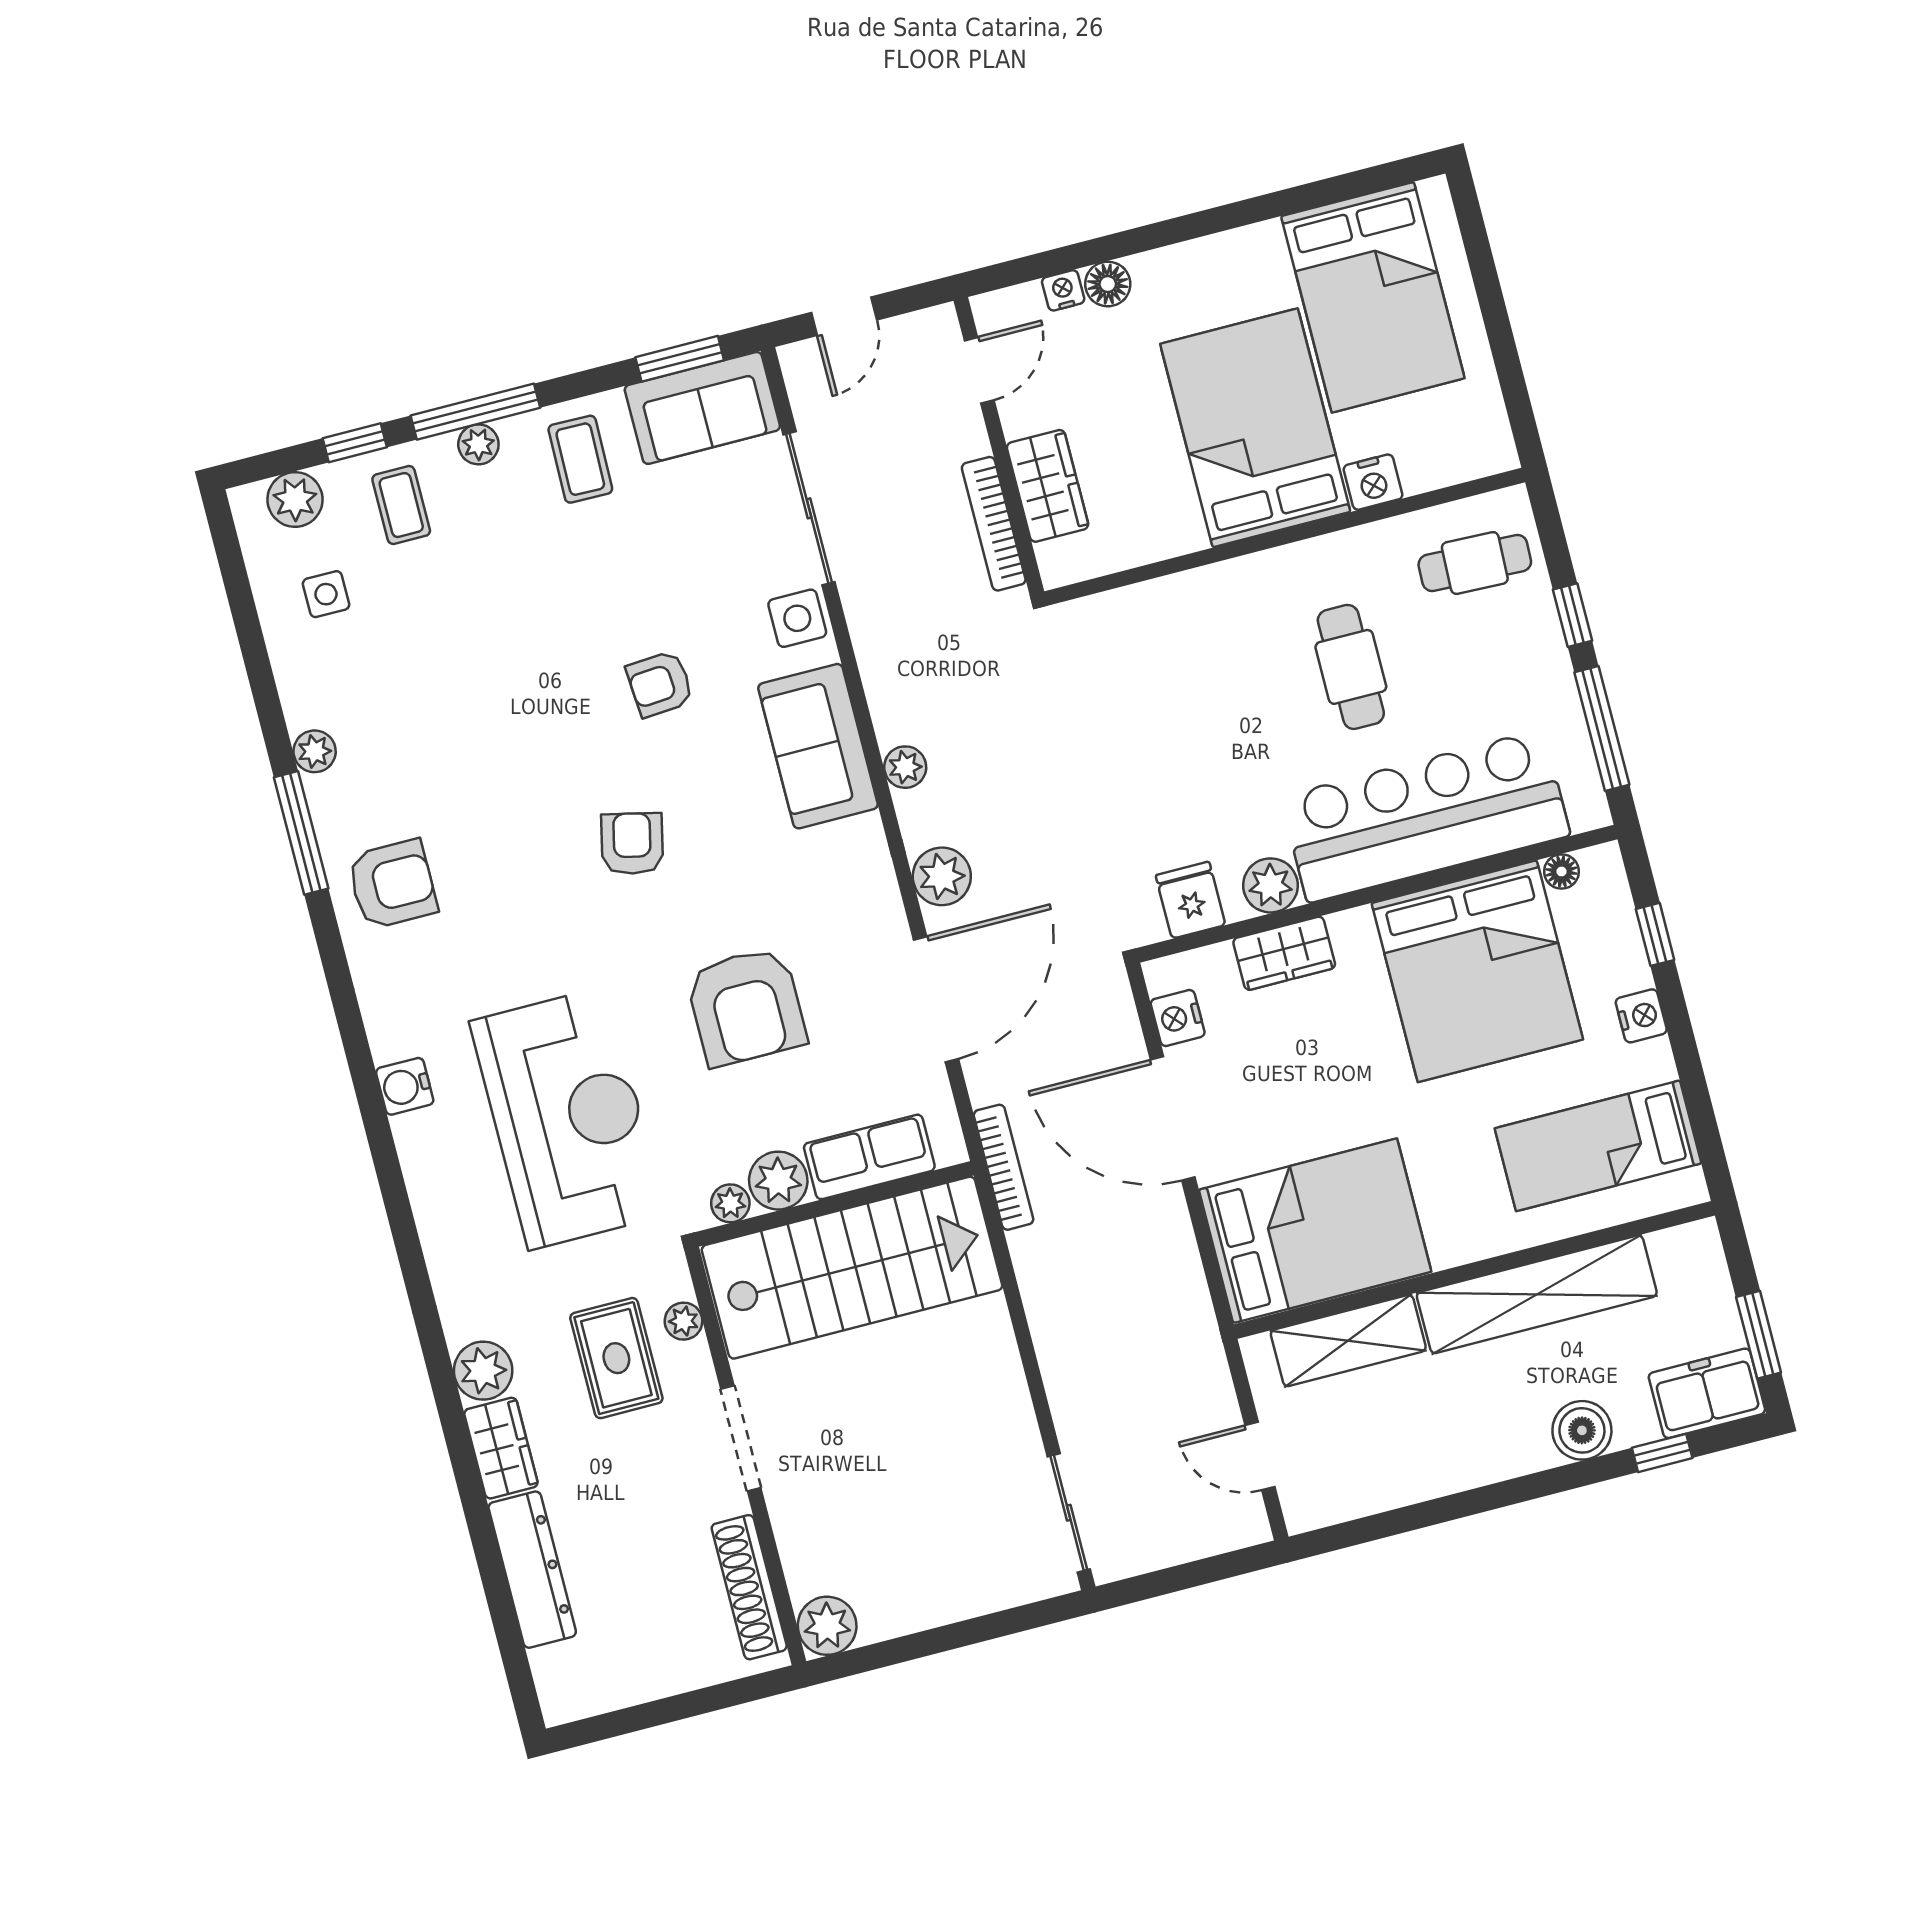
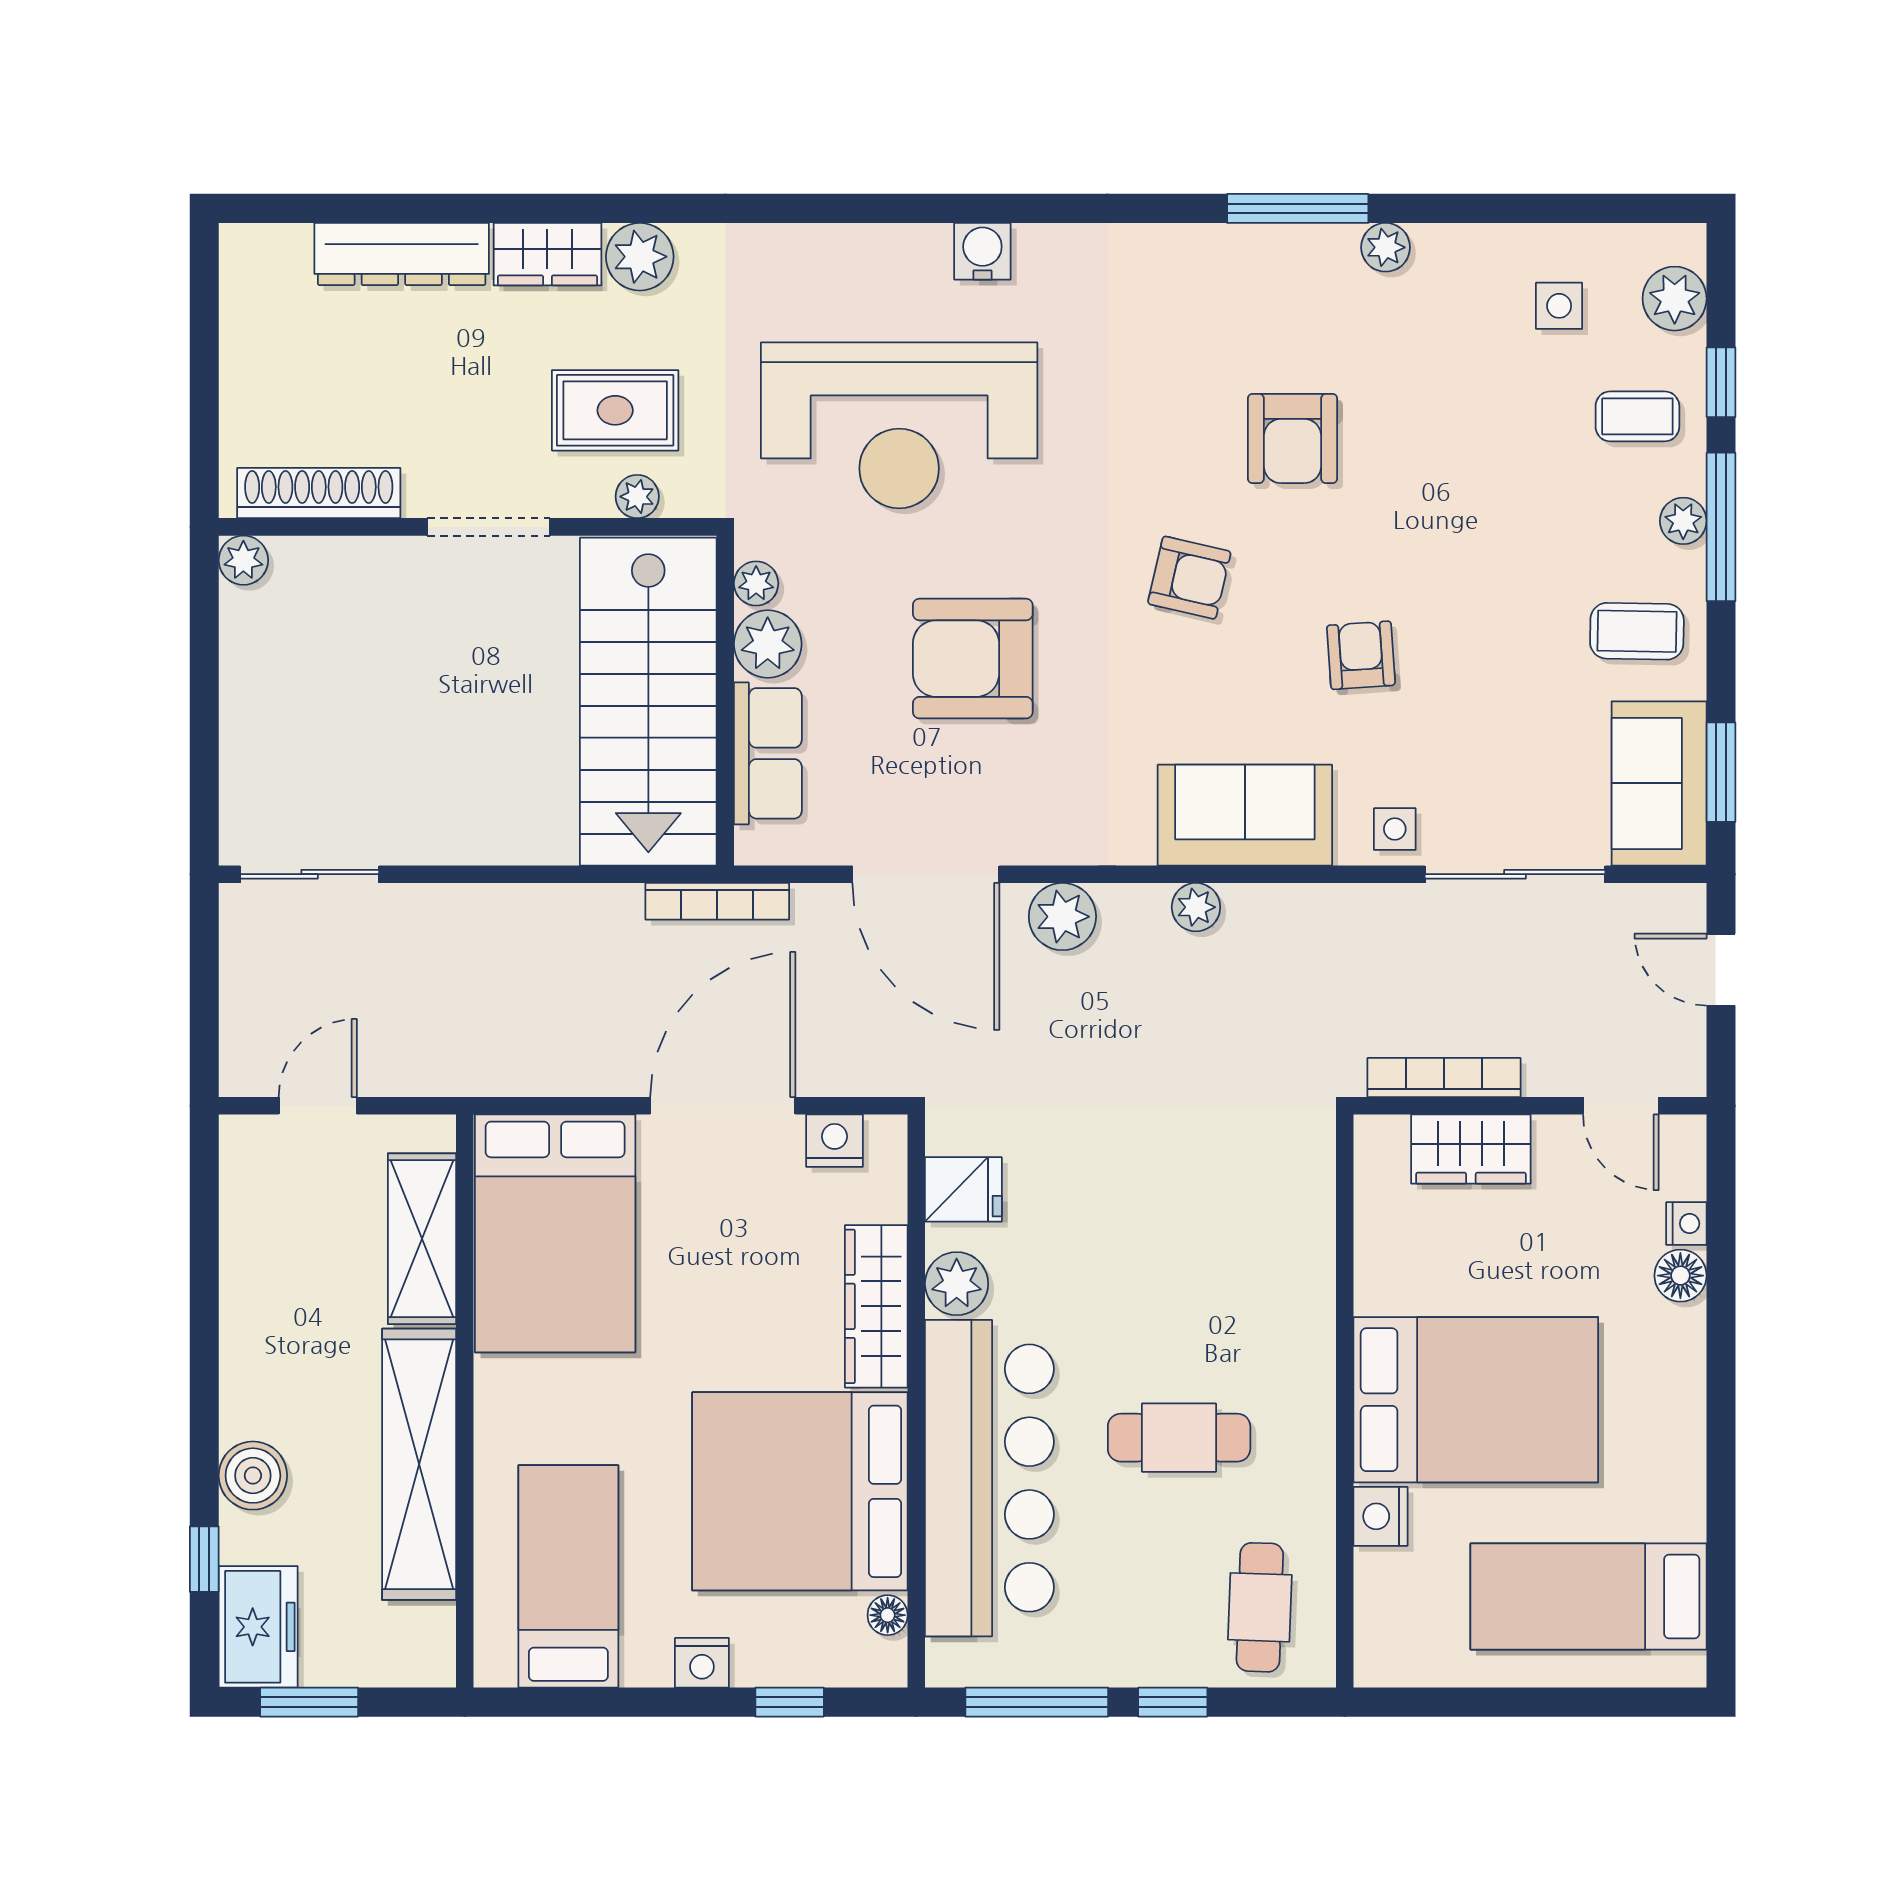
bed: (1373, 297) -> (1588, 1596), width x0.67
side table: (797, 618) -> (1395, 829), width x0.73, depth x0.73
armchair: (392, 884) -> (1292, 438), moved
wardrobe: (1284, 953) -> (876, 1306), width x1.50
plant: (827, 1626) -> (243, 560), width x0.73, depth x0.73

